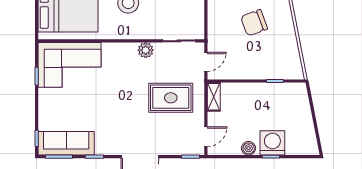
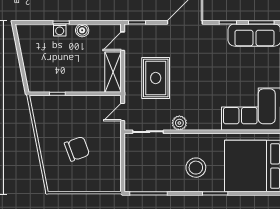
shelving: (214, 97) -> (113, 72), width x1.50, depth x1.33
rug: (171, 98) -> (156, 78), turned 90
washing machine: (272, 143) -> (60, 30), width x0.53, depth x0.53

